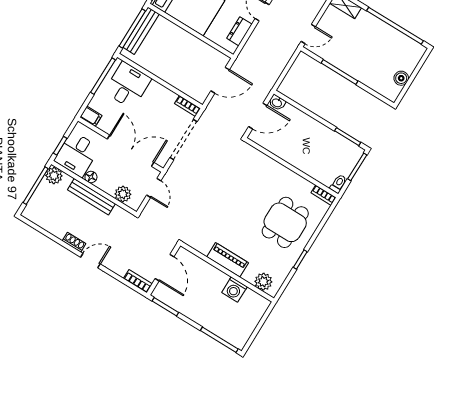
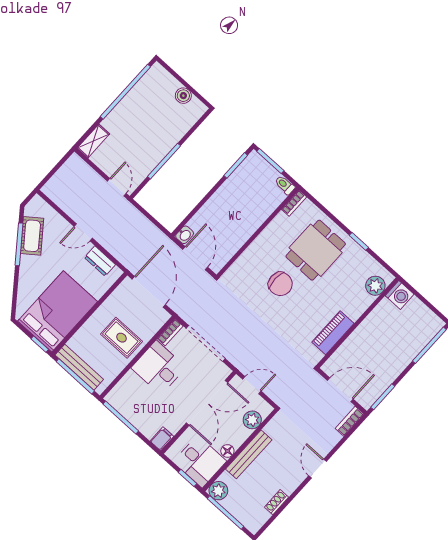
rug: (175, 63) -> (122, 338), added
door: (220, 80) -> (149, 292), width x1.36
desk: (128, 85) -> (159, 368), moved
double door: (131, 151) -> (207, 403), swing flipped
chair: (249, 196) -> (280, 284), added
dining table: (285, 222) -> (316, 250), turned 90
shoe rack: (74, 242) -> (277, 502), moved
piano: (228, 260) -> (333, 333), moved
washing machine: (234, 290) -> (400, 295), moved

